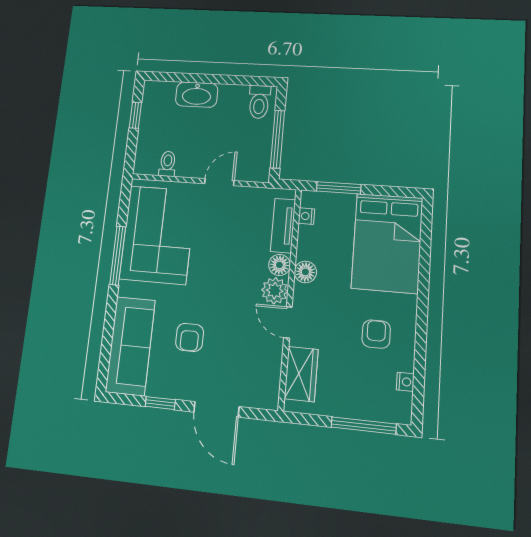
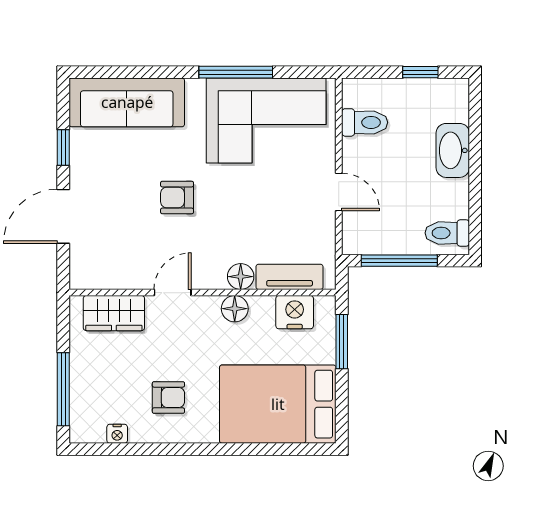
toilet: (168, 164) -> (365, 122), width x1.37, depth x1.39
nightstand: (306, 216) -> (295, 312), width x1.89, depth x1.79
plant: (275, 291) -> (209, 273), removed
armchair: (190, 337) -> (177, 198), moved

